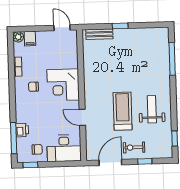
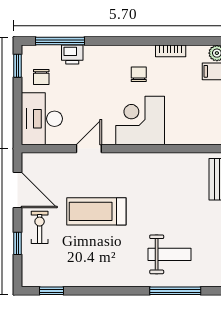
weight bench: (152, 109) -> (170, 254), moved
treadmill: (123, 111) -> (96, 211), turned 180

